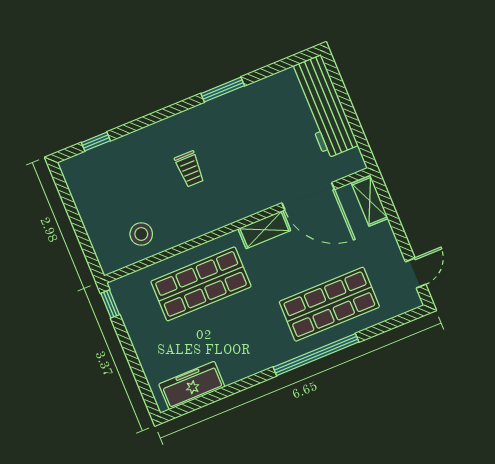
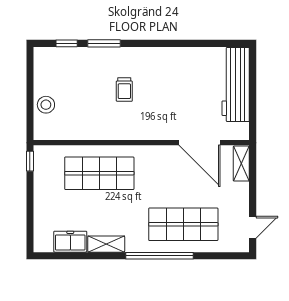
window: (223, 90) -> (104, 43), moved
shelving: (264, 230) -> (106, 244), moved
stool: (141, 234) -> (46, 105), moved
freezer: (192, 385) -> (70, 242), width x0.71

